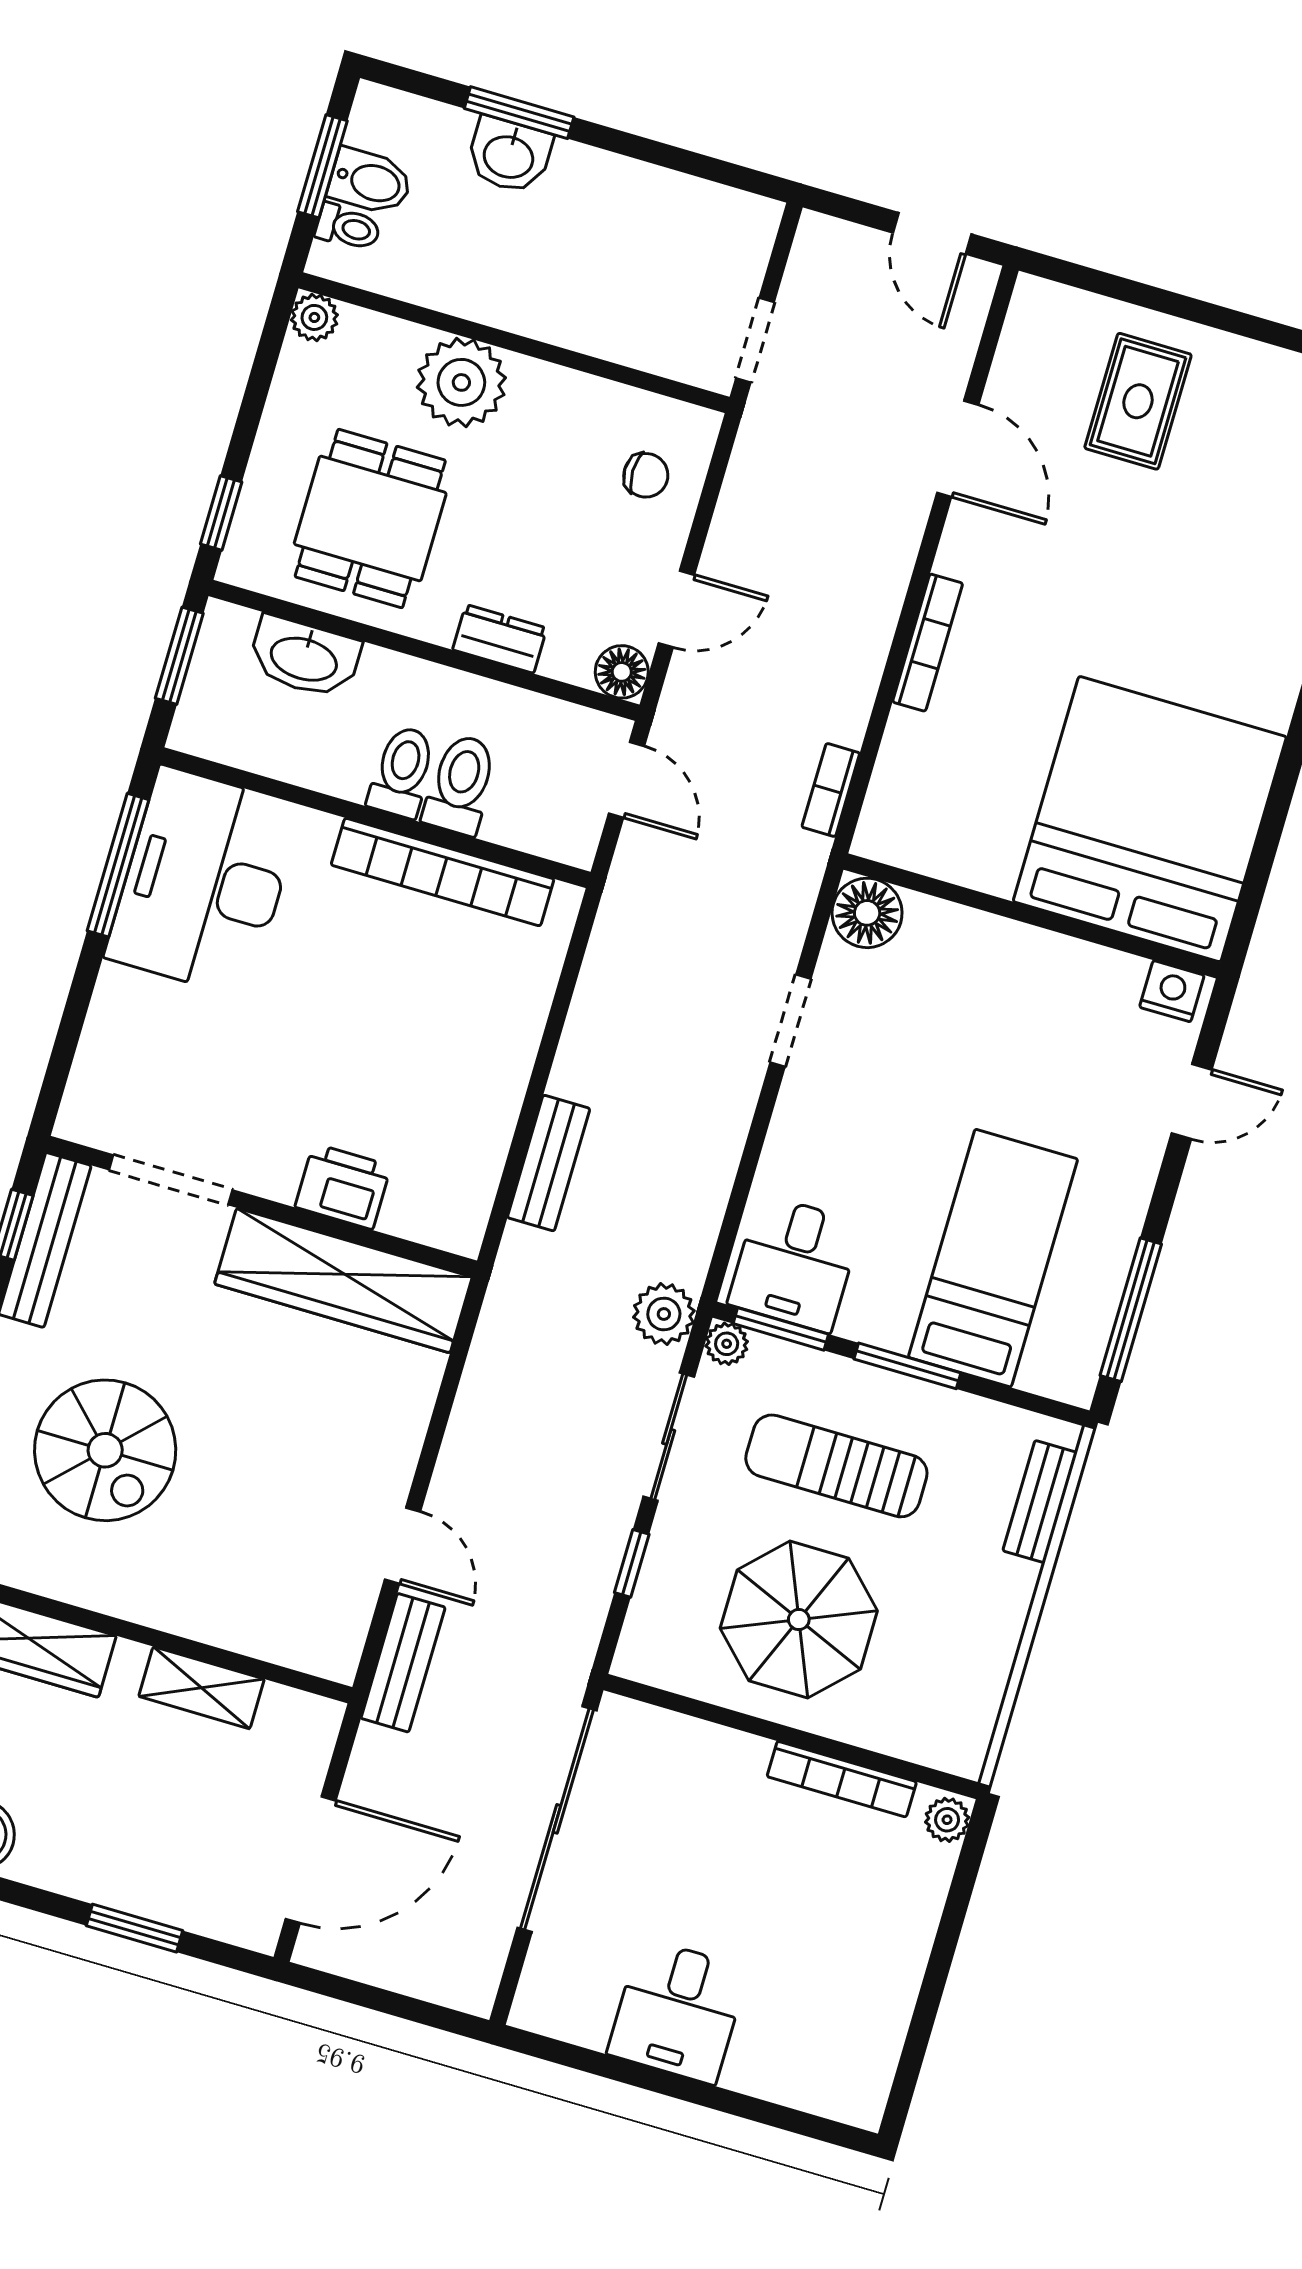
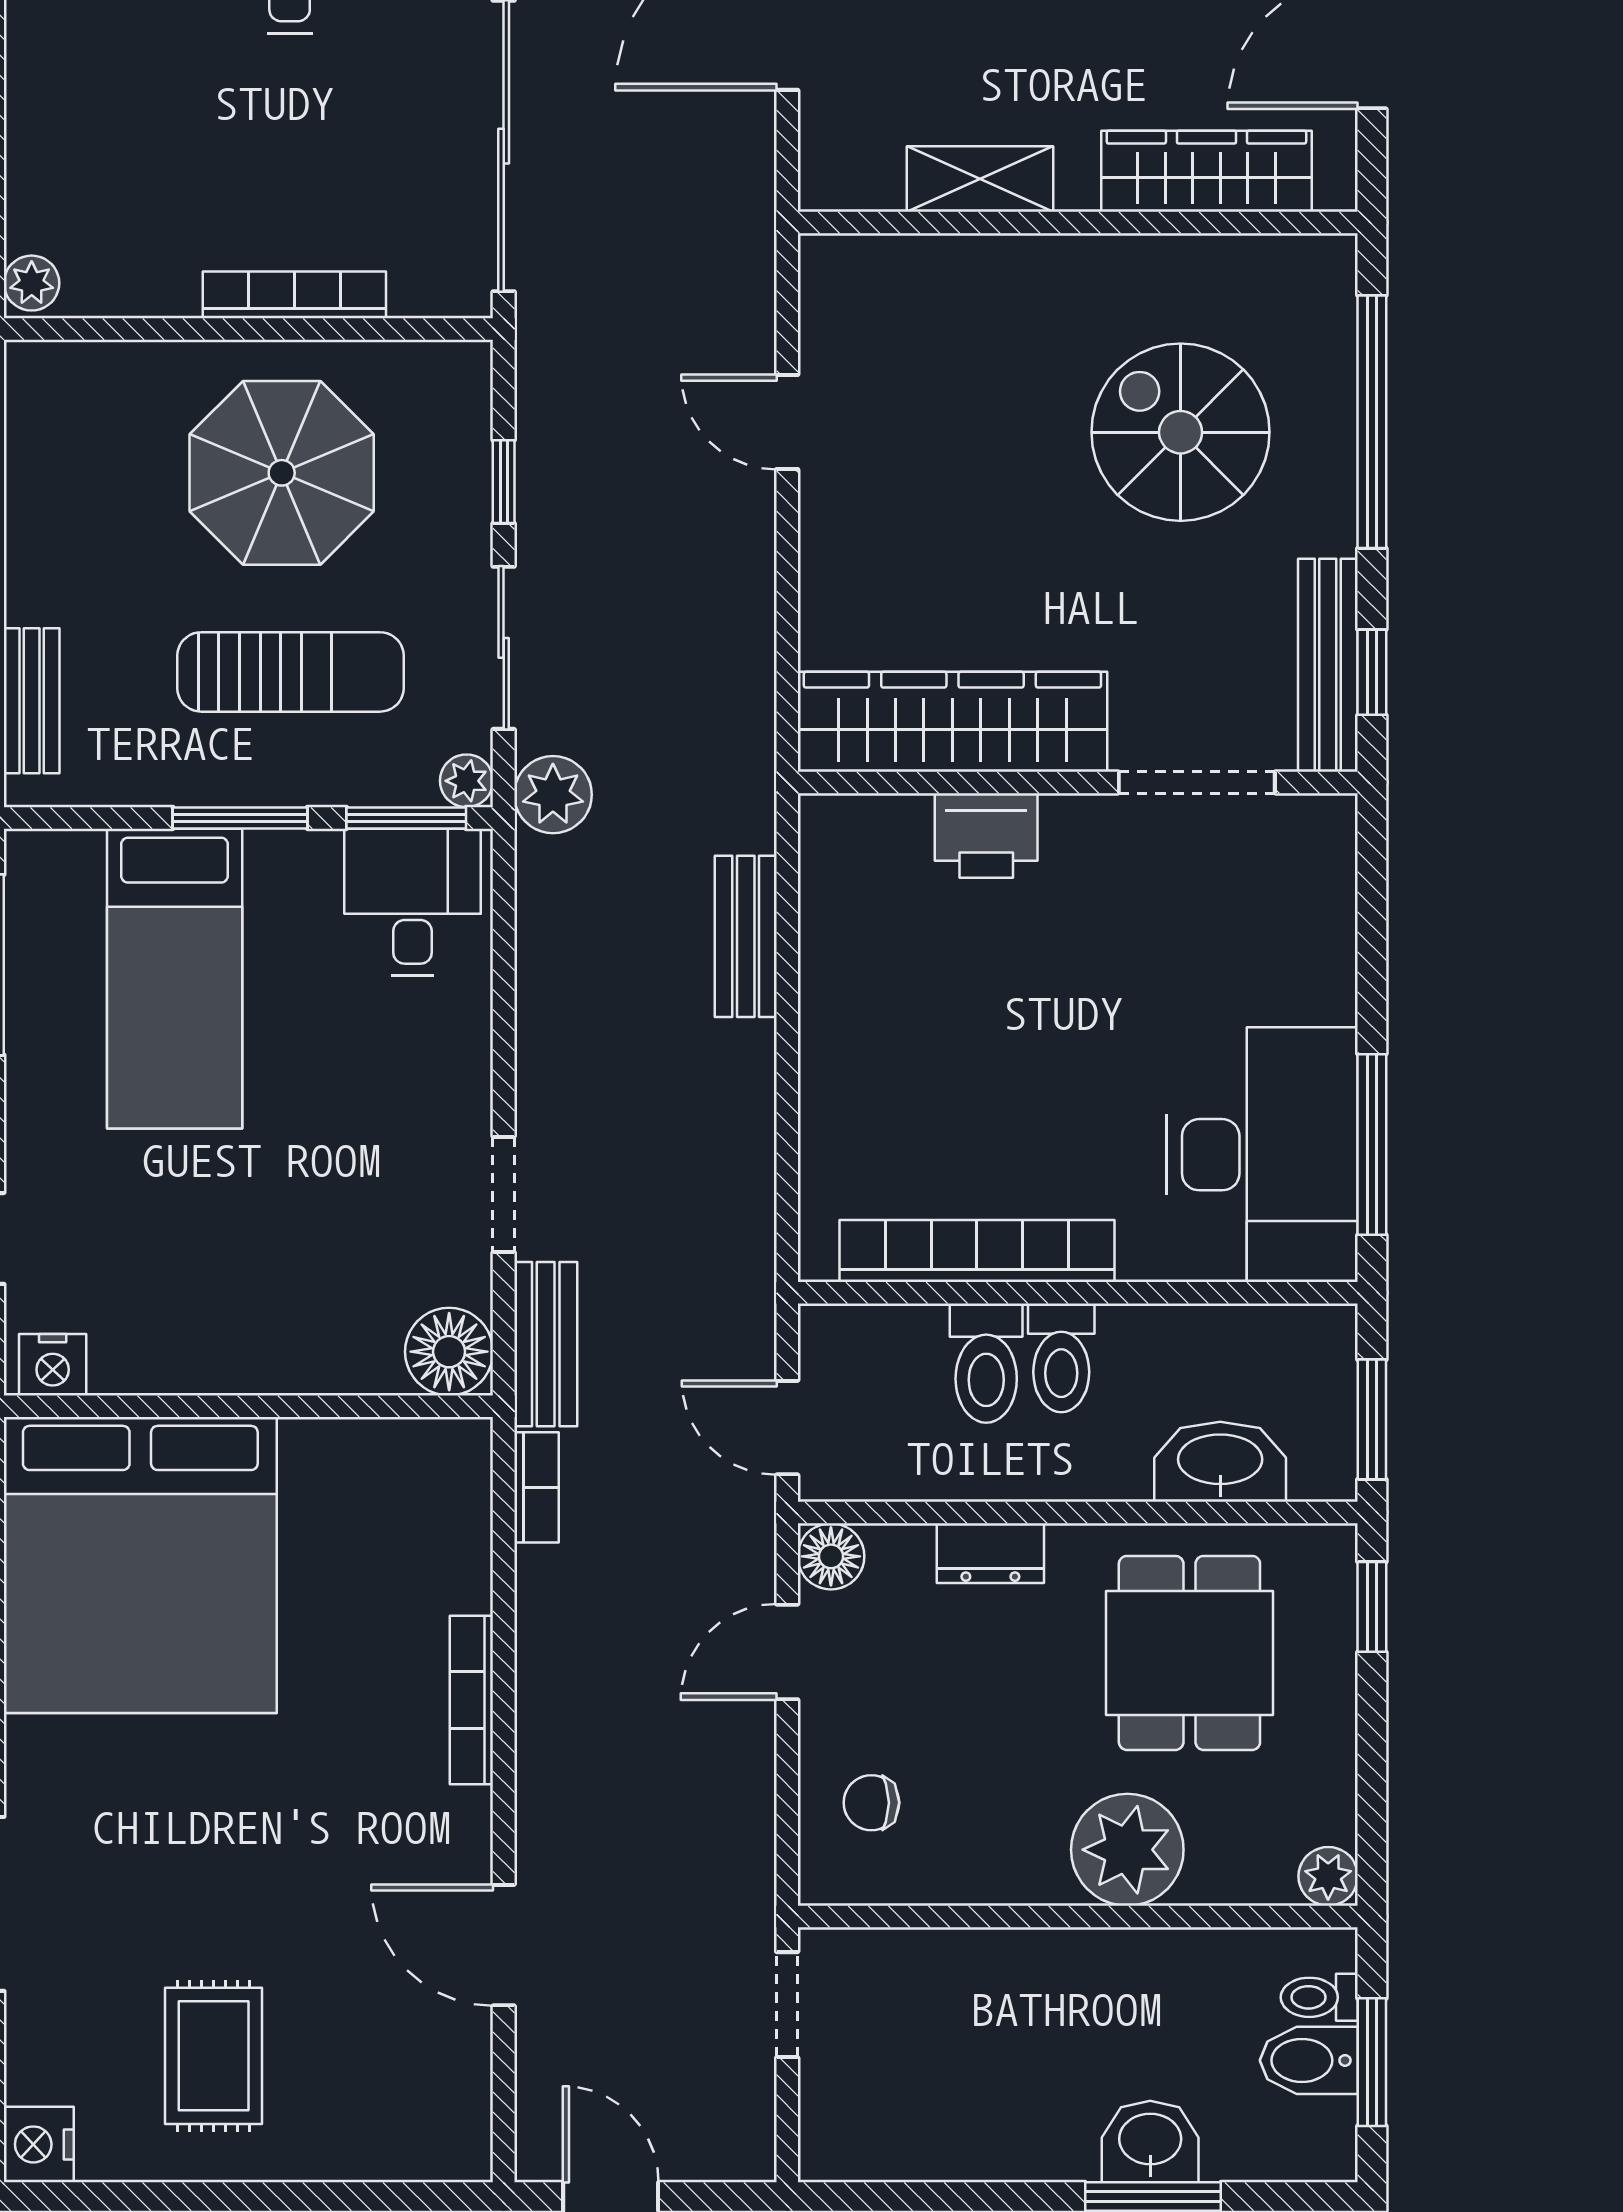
rug: (1138, 401) -> (214, 2056), moved
bench: (403, 1663) -> (546, 1344), moved
bookcase: (842, 1779) -> (294, 295), moved

